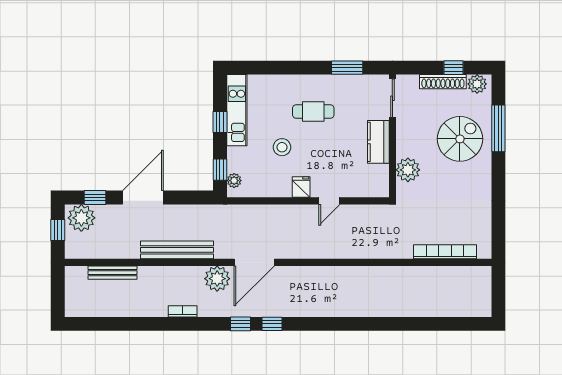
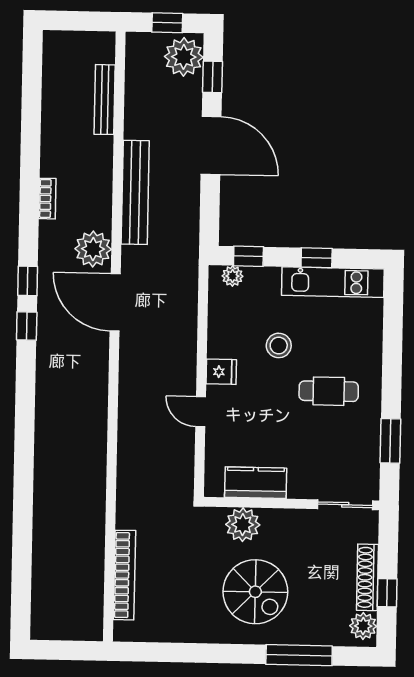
cafe table: (313, 112) -> (329, 391), turned 90
spiral stairs: (460, 139) -> (255, 592), moved
kitchen counter: (378, 142) -> (256, 483), moved

